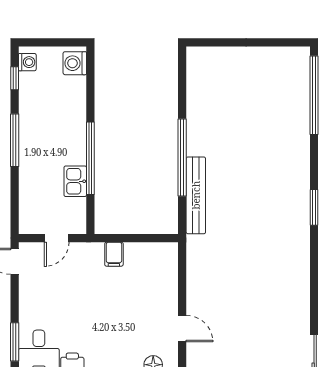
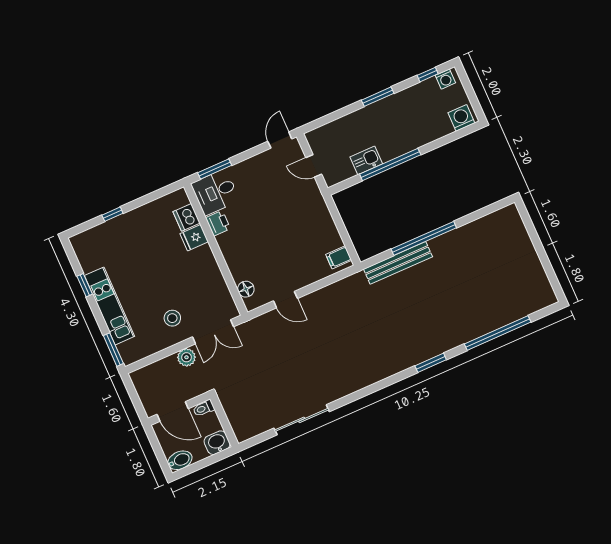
window: (314, 95) -> (498, 333), moved
window: (15, 140) -> (378, 97), width x0.69
filing cabinet: (114, 254) -> (339, 257), moved
door: (182, 329) -> (285, 300), hinge flipped

